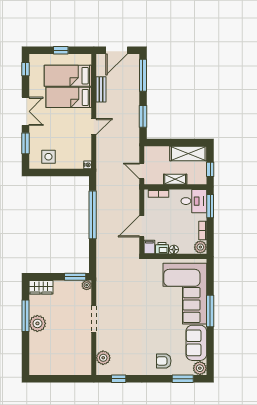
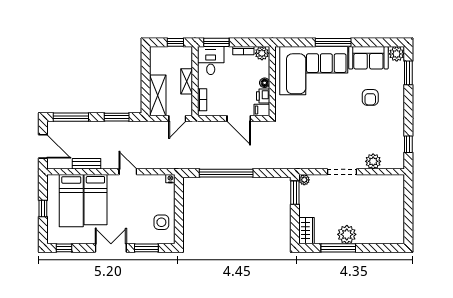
shelving: (188, 153) -> (158, 95), moved
plant: (103, 358) -> (373, 161), moved
armchair: (164, 361) -> (370, 97), moved

